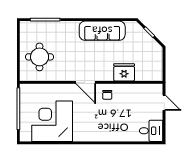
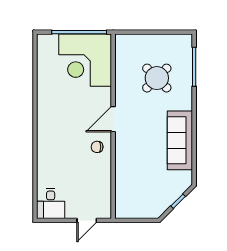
round table: (40, 57) -> (157, 78), moved, turned 45
fridge: (124, 72) -> (126, 169), removed
corner desk: (52, 121) -> (85, 60), moved, turned 180

